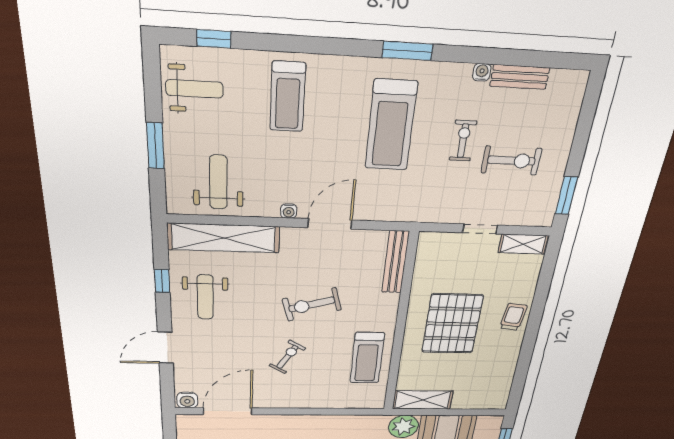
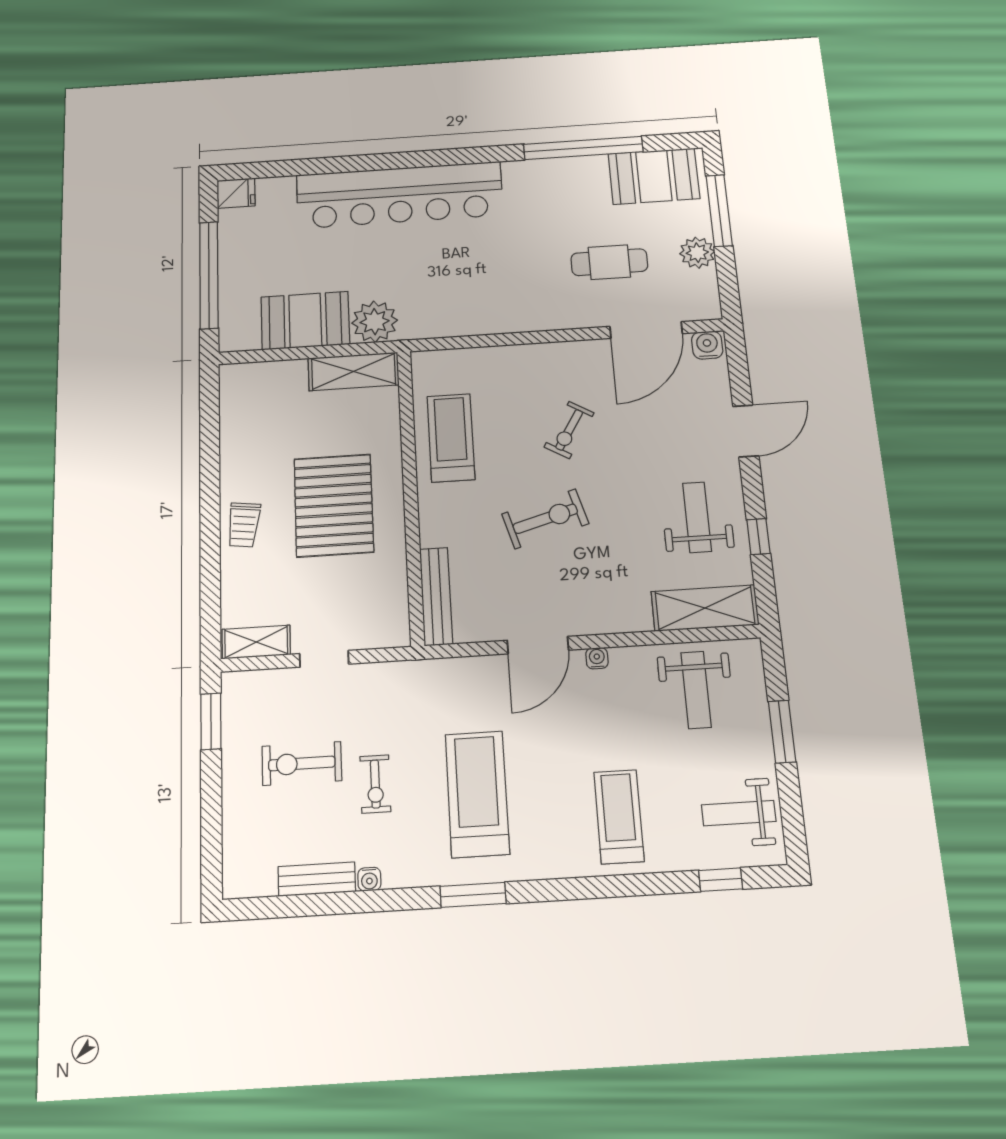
shelving: (224, 238) -> (705, 608), width x0.68

